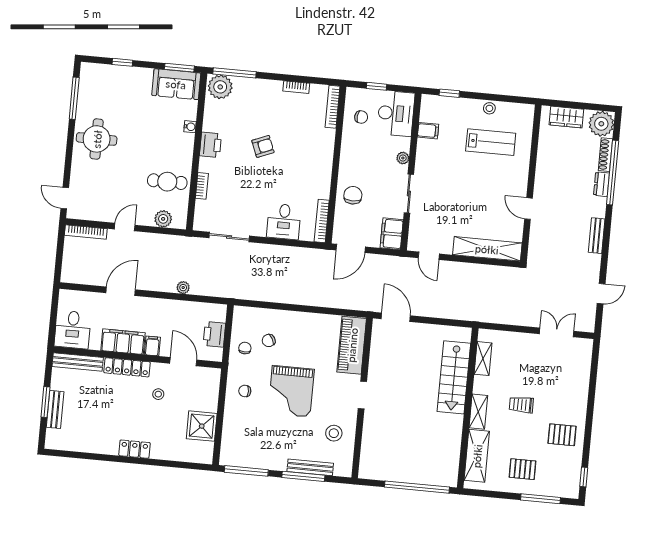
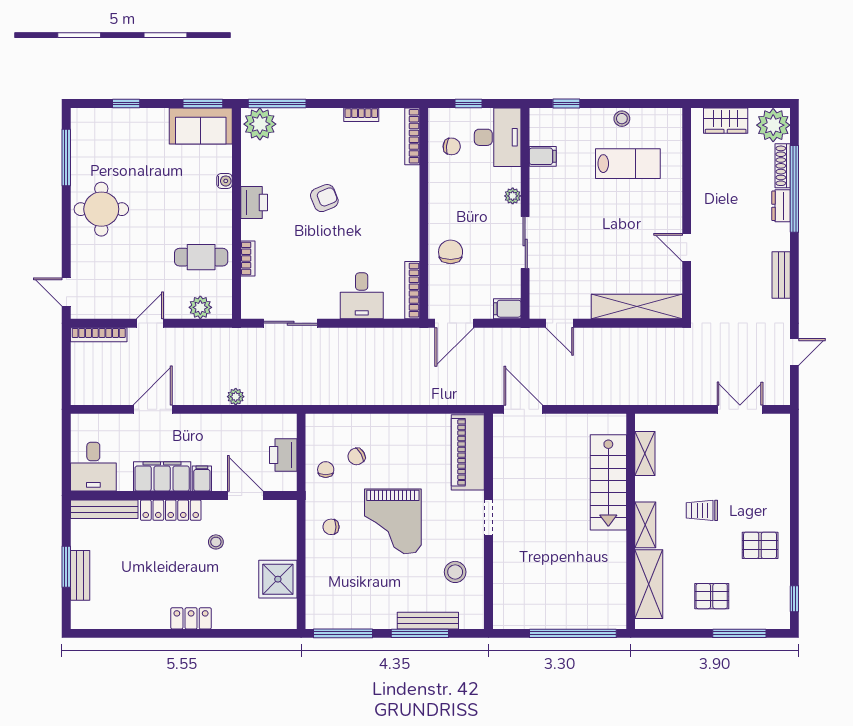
filing cabinet: (392, 234) -> (507, 309), width x0.50

